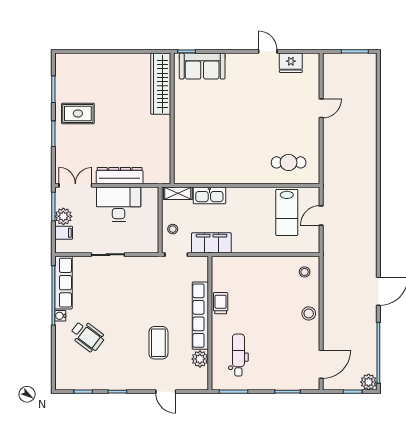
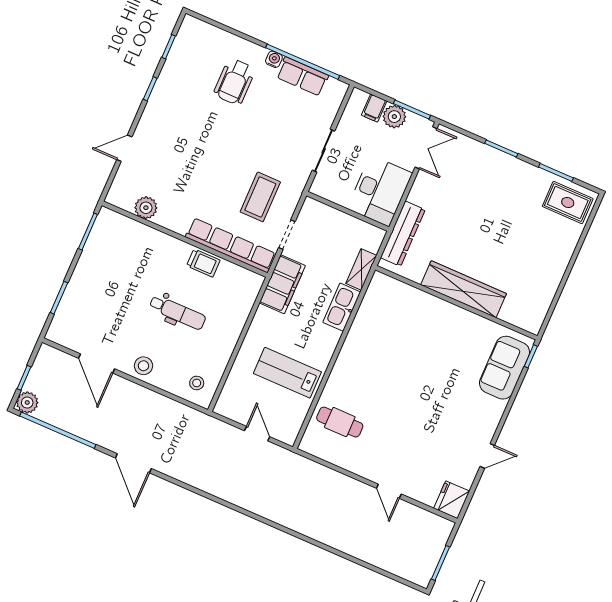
fridge: (291, 63) -> (452, 500), moved
wardrobe: (161, 84) -> (464, 289), moved
rug: (78, 113) -> (568, 202), moved, turned 90
cafe table: (289, 162) -> (340, 422), turned 90
dresser: (120, 176) -> (403, 234), moved
lab bench: (287, 212) -> (287, 373), moved
wall: (160, 220) -> (348, 211), moved
stool: (173, 229) -> (320, 244), removed
row of seats: (63, 283) -> (302, 76), width x0.68
row of seats: (200, 316) -> (231, 245), moved
wheelchair: (87, 336) -> (234, 82), turned -37
coffee table: (158, 343) -> (260, 197), moved, turned 90
dental chair: (238, 355) -> (178, 312), moved
door: (321, 364) -> (97, 364), moved

